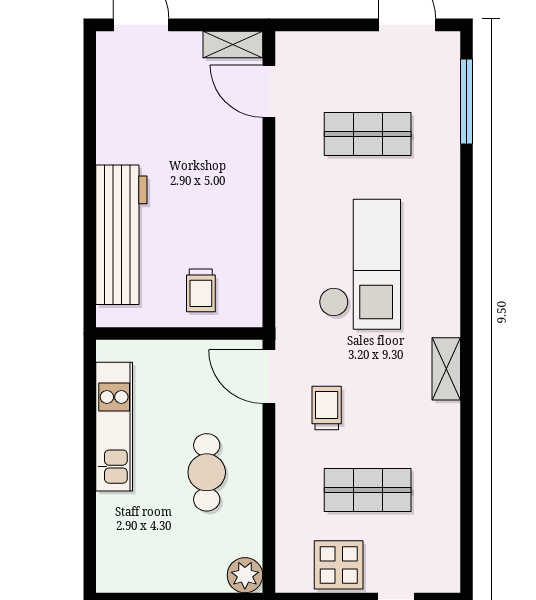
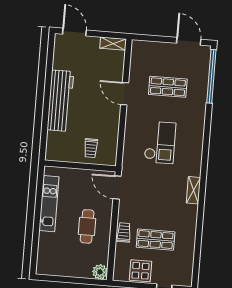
door: (269, 91) -> (125, 94), moved
window: (466, 102) -> (211, 76), width x1.46
workbench: (121, 235) -> (60, 101), moved
checkout: (360, 264) -> (160, 142), width x0.73, depth x0.83
trolley: (327, 408) -> (124, 232), moved

